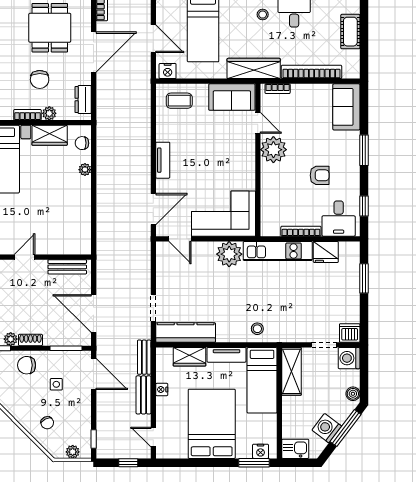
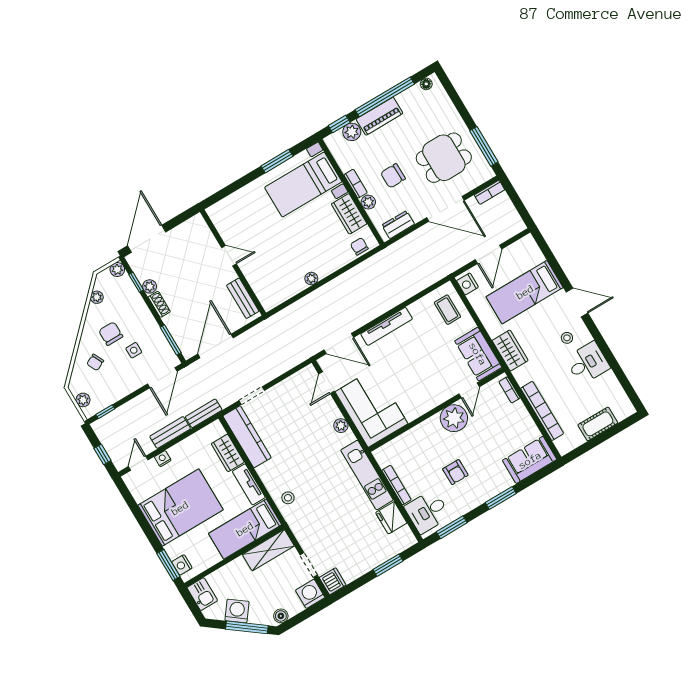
wardrobe: (254, 68) -> (510, 350), width x0.67
tv unit: (163, 160) -> (387, 326), width x1.41
plant: (85, 170) -> (311, 279), moved
window: (364, 206) -> (452, 527), width x1.50
plant: (229, 254) -> (341, 426), width x0.53, depth x0.53
chair: (27, 365) -> (111, 334), moved
nightstand: (162, 390) -> (163, 459), moved

